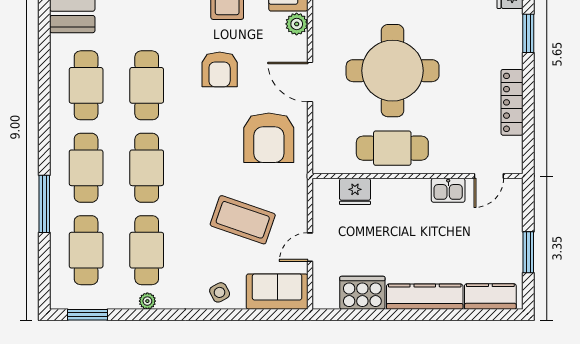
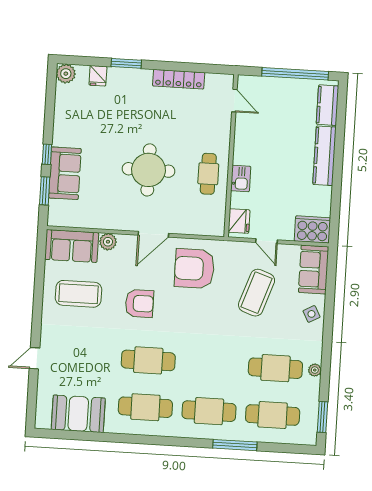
round table: (393, 71) -> (149, 170), width x0.73, depth x0.73
armchair: (269, 138) -> (194, 269), turned 180
cafe table: (392, 148) -> (208, 174), width x0.73, depth x0.74
cafe table: (147, 168) -> (212, 364), removed
kitchen sink: (448, 190) -> (241, 178), moved
fridge: (355, 191) -> (239, 221), moved
door: (310, 247) -> (267, 241), moved
window: (528, 252) -> (295, 74), width x2.11
cooker: (362, 293) -> (312, 229), moved, turned 90

